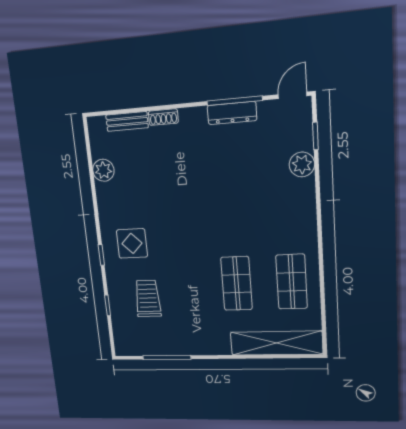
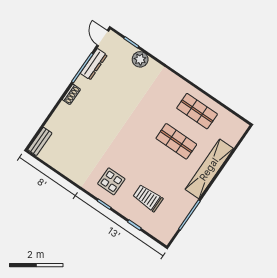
dresser: (232, 113) -> (94, 64), moved
shoe rack: (163, 117) -> (71, 94), moved
bench: (127, 121) -> (40, 141), moved
plant: (103, 170) -> (61, 164), removed
shelving: (276, 343) -> (209, 169), moved

